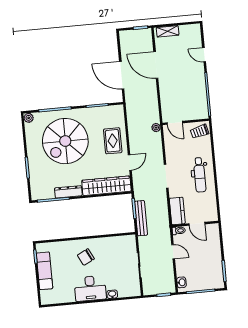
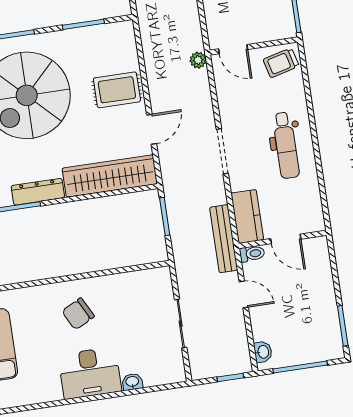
rug: (113, 141) -> (117, 90), turned 90
bench: (141, 218) -> (224, 239), moved

